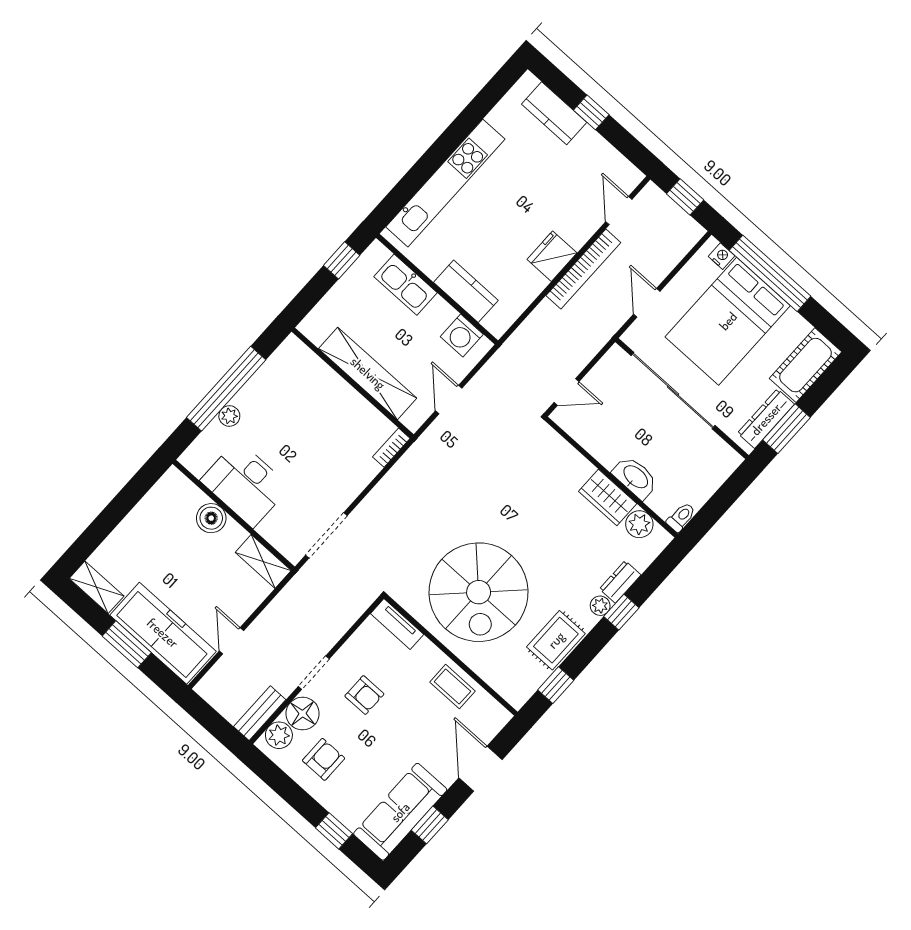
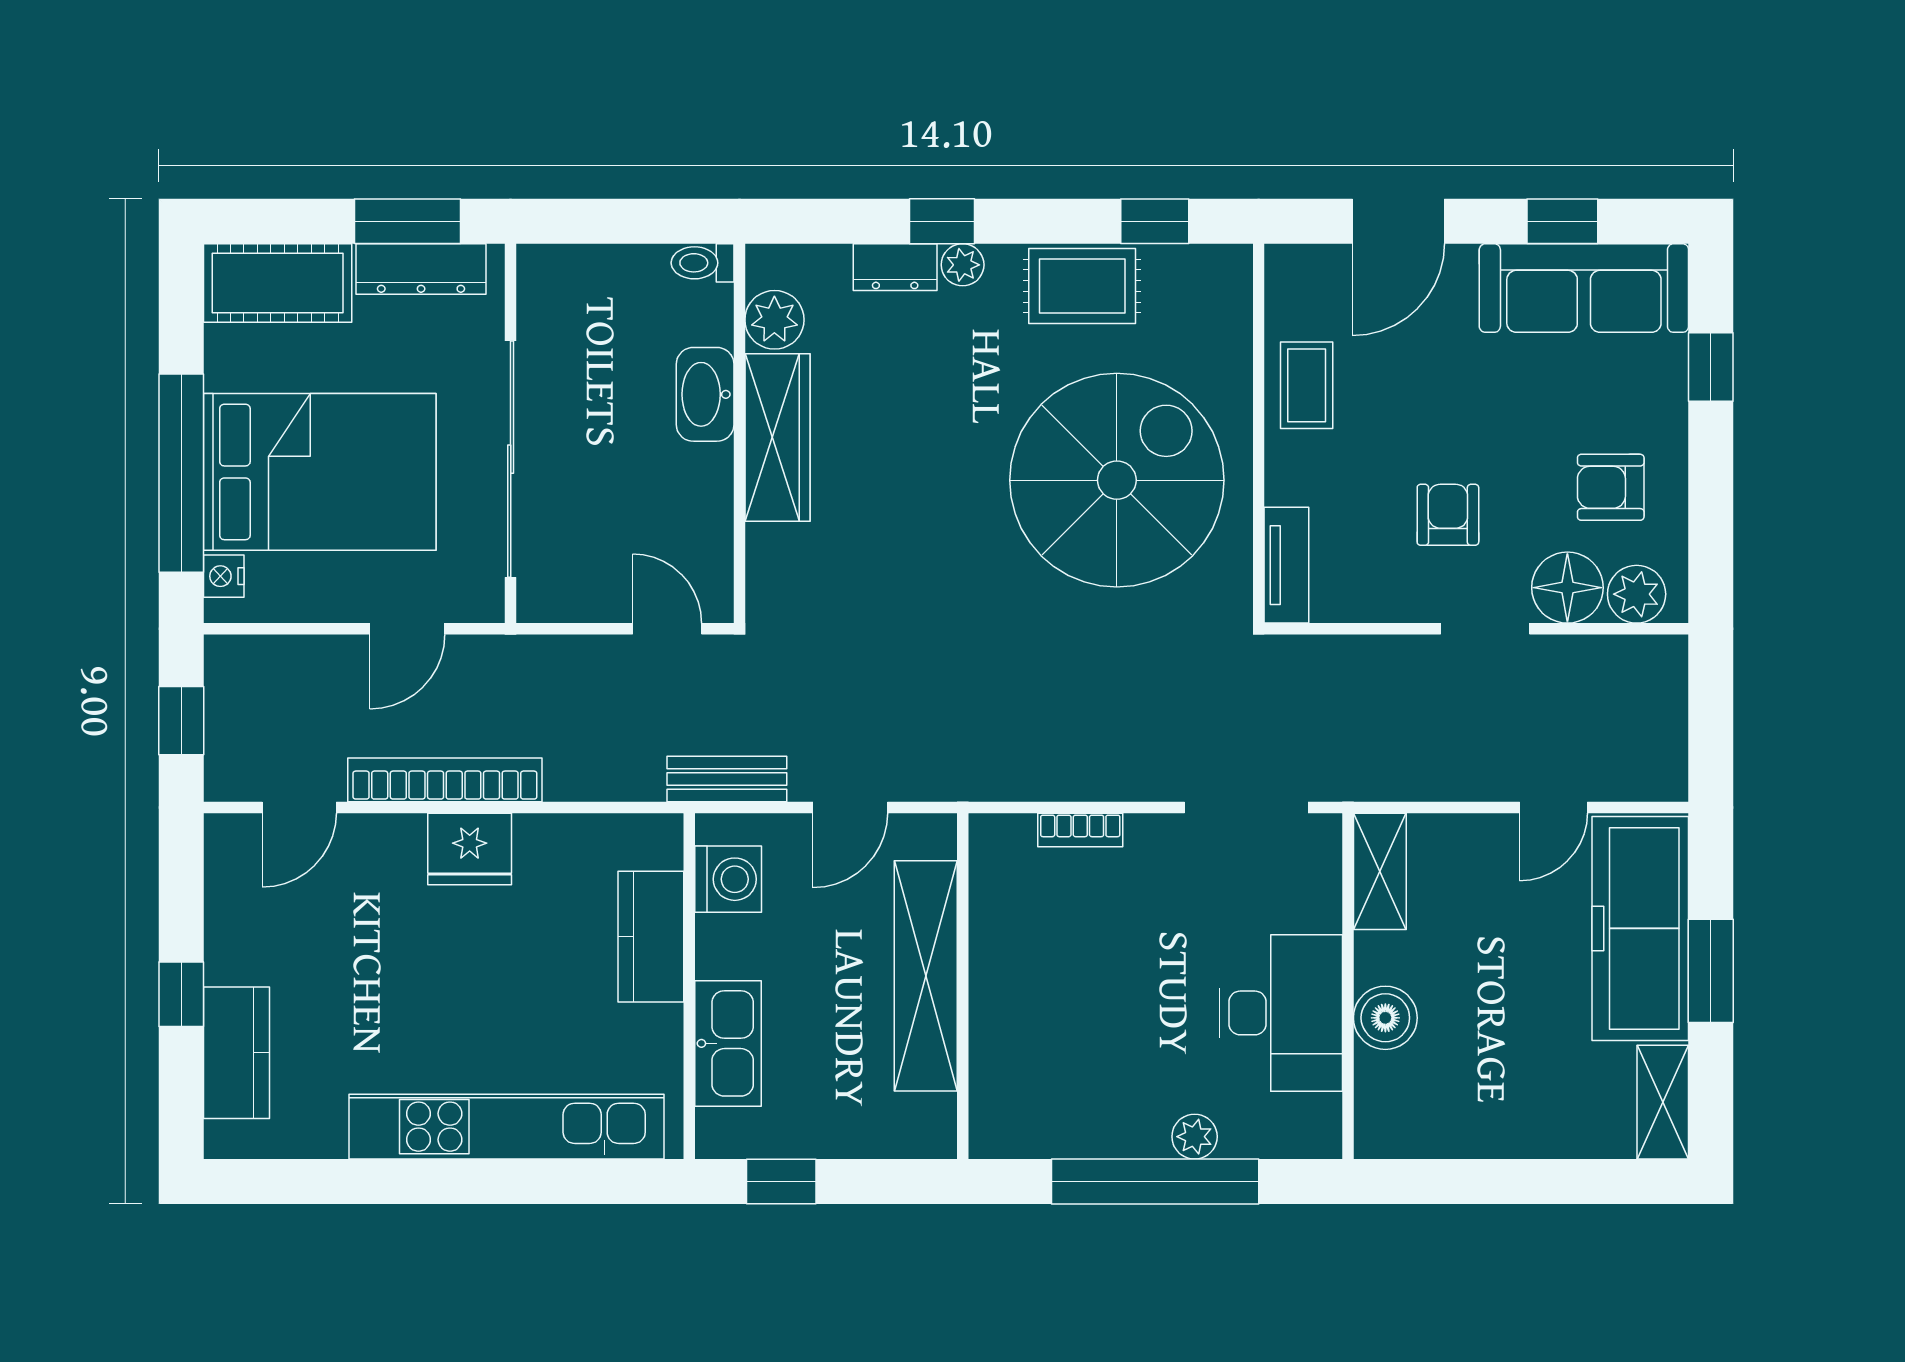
bookcase: (391, 448) -> (1080, 830), moved
wardrobe: (608, 497) -> (777, 437), width x1.50
bench: (260, 713) -> (727, 779), moved

